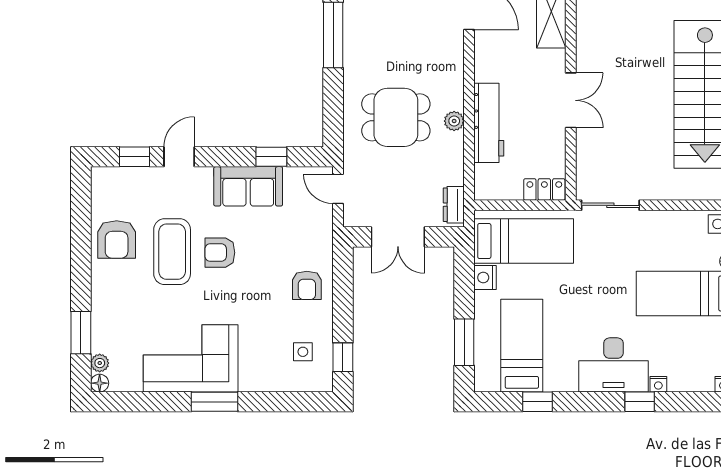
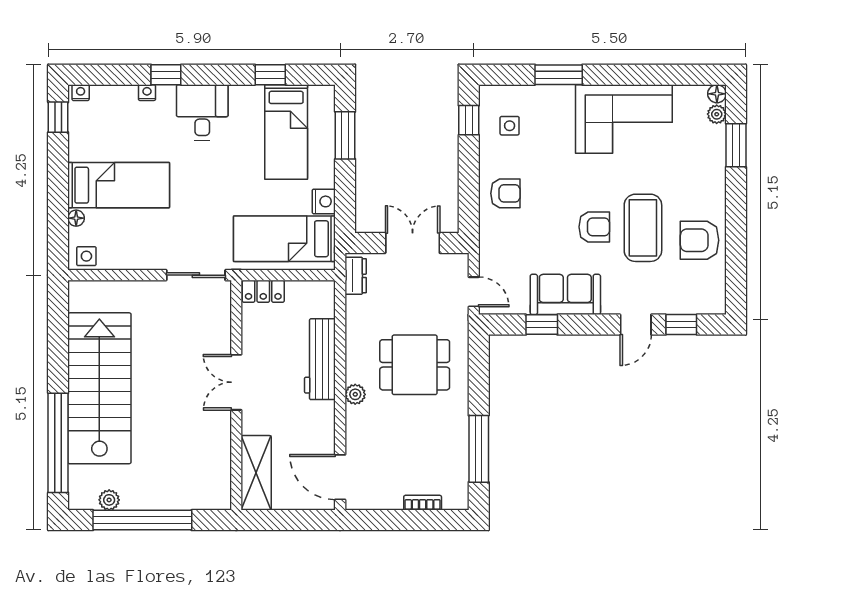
plant: (454, 121) -> (355, 394), moved
armchair: (117, 239) -> (700, 240), turned -90
armchair: (307, 285) -> (505, 193), turned 90
desk: (614, 365) -> (202, 112), width x0.73
window: (214, 402) -> (559, 75), moved

